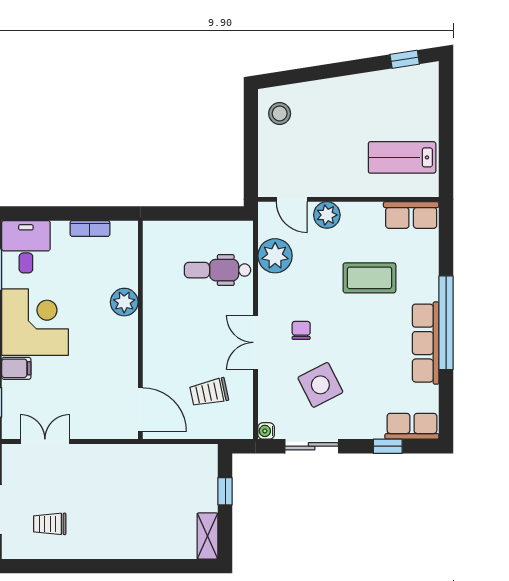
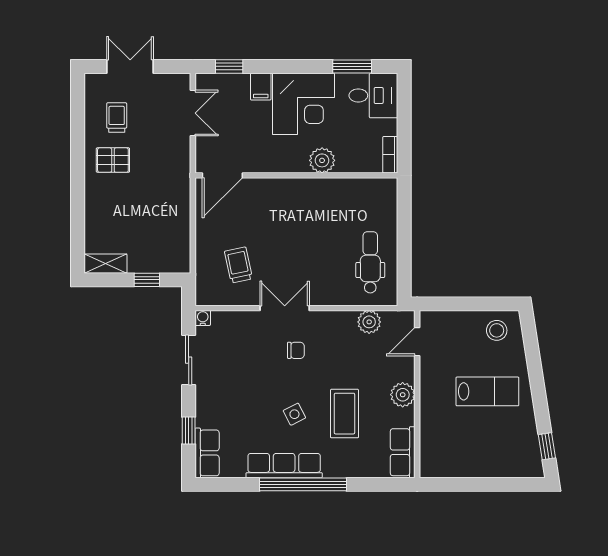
lab bench: (402, 157) -> (487, 391), moved, turned 90
plant: (327, 215) -> (403, 395), moved
plant: (275, 256) -> (369, 322), width x0.73, depth x0.73
dental chair: (217, 270) -> (370, 262), moved
plant: (124, 302) -> (322, 160), moved
wall: (140, 330) -> (296, 175), moved
side table: (320, 385) -> (294, 414), moved, width x0.54, depth x0.54
door: (140, 410) -> (222, 175), moved
pallet: (96, 528) -> (113, 160), added

